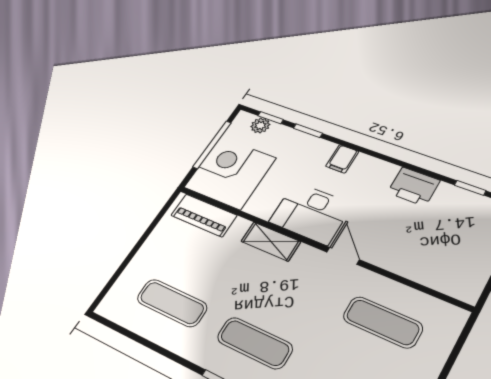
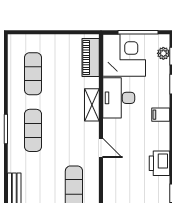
desk: (311, 213) -> (119, 98), moved
door: (343, 256) -> (101, 148), hinge flipped

